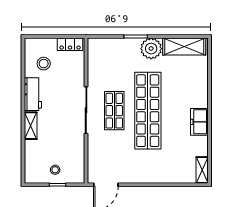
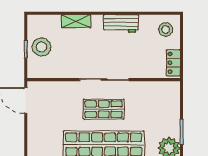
stool: (44, 64) -> (166, 30), moved
shelving: (31, 126) -> (76, 21), moved
stool: (55, 170) -> (41, 47), width x1.89, depth x1.89

